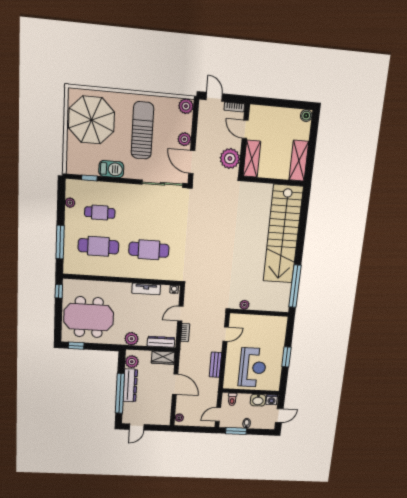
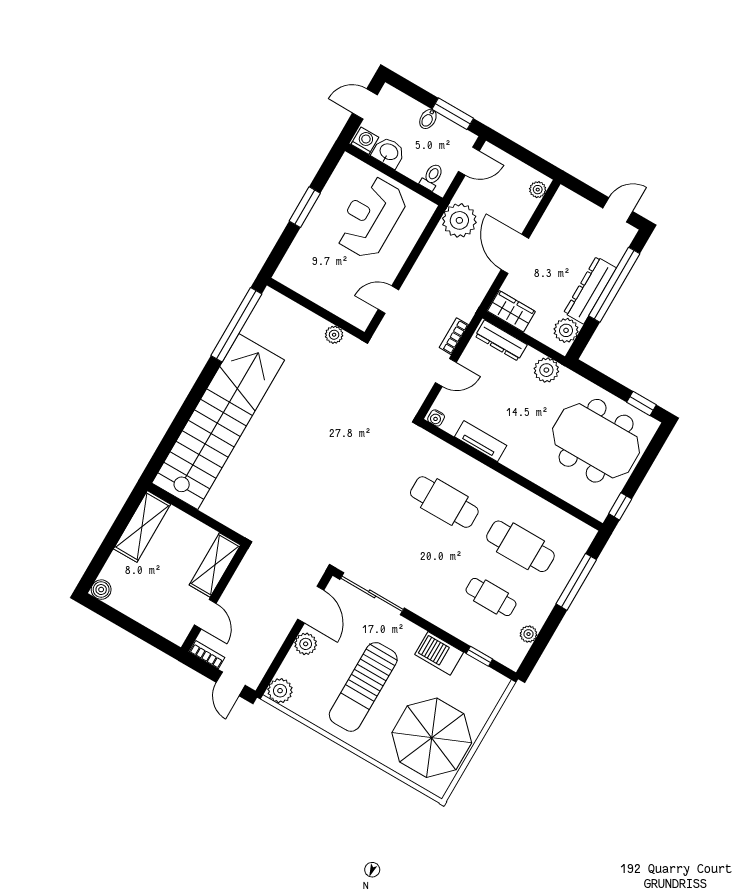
plant: (230, 158) -> (459, 220), moved
bench: (215, 365) -> (431, 254), removed

